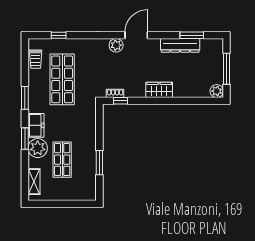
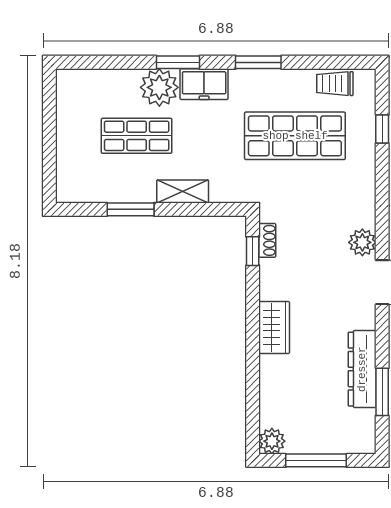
shelving: (34, 182) -> (183, 191), moved

